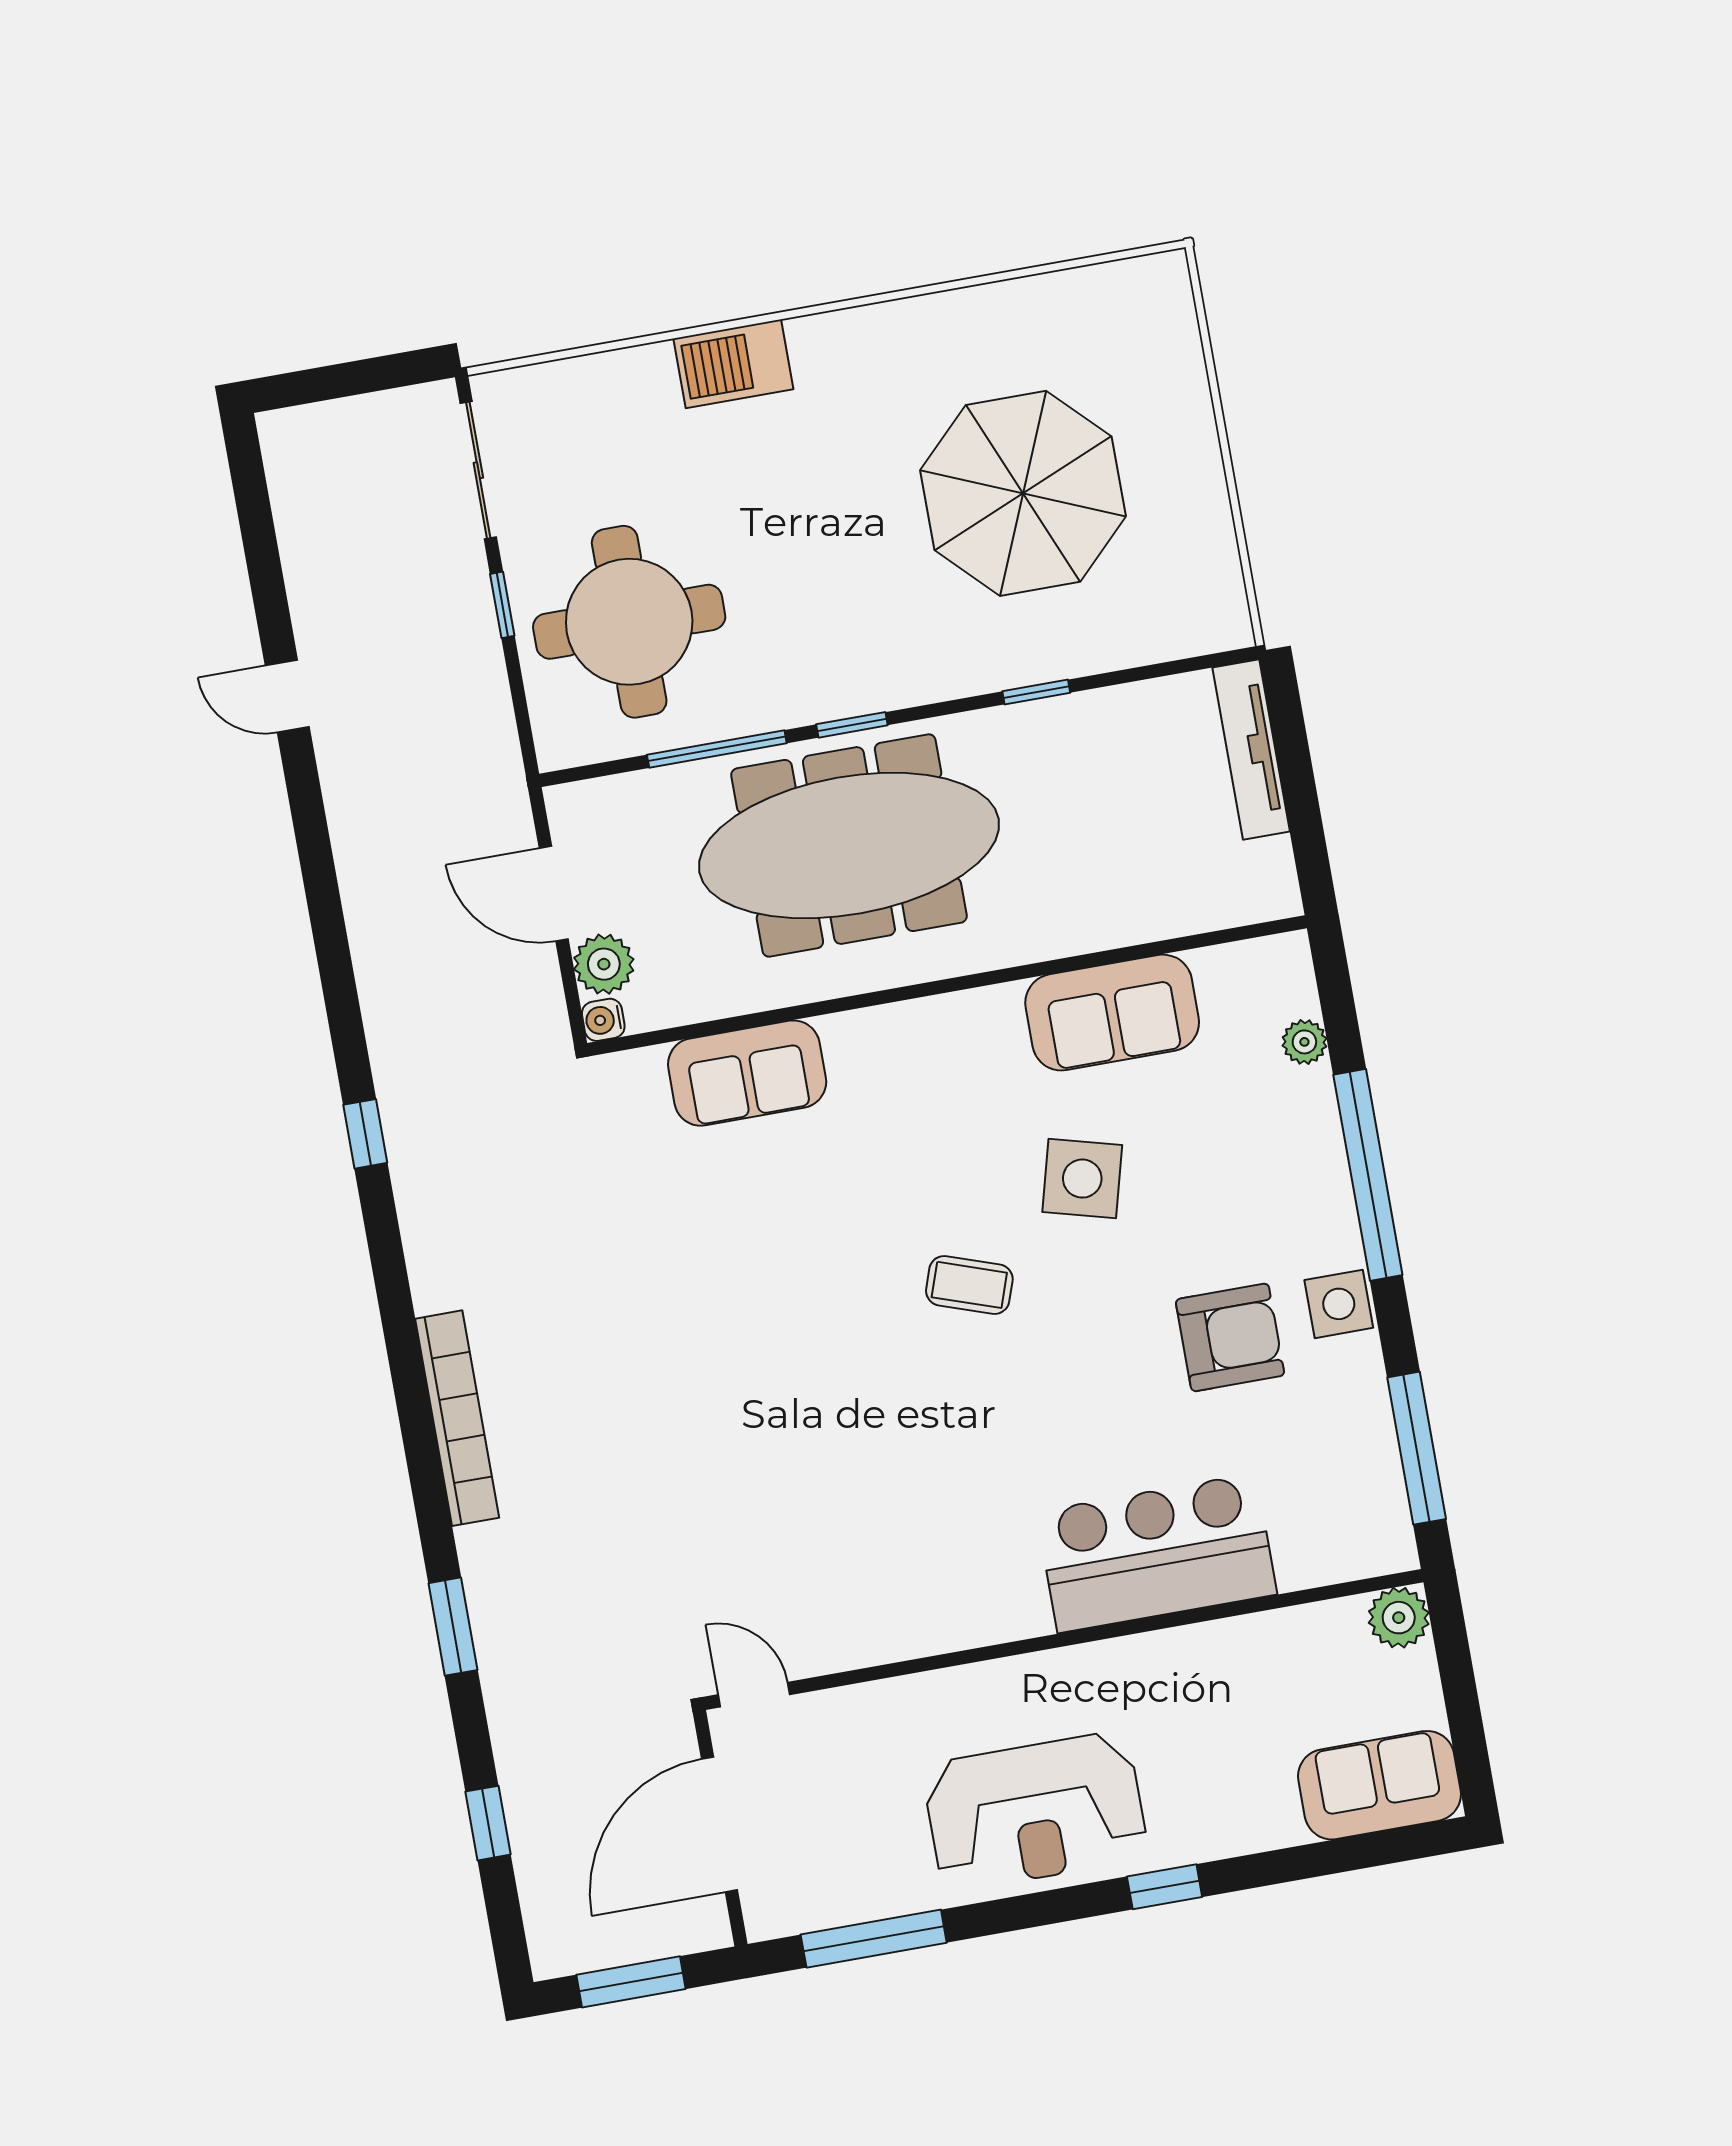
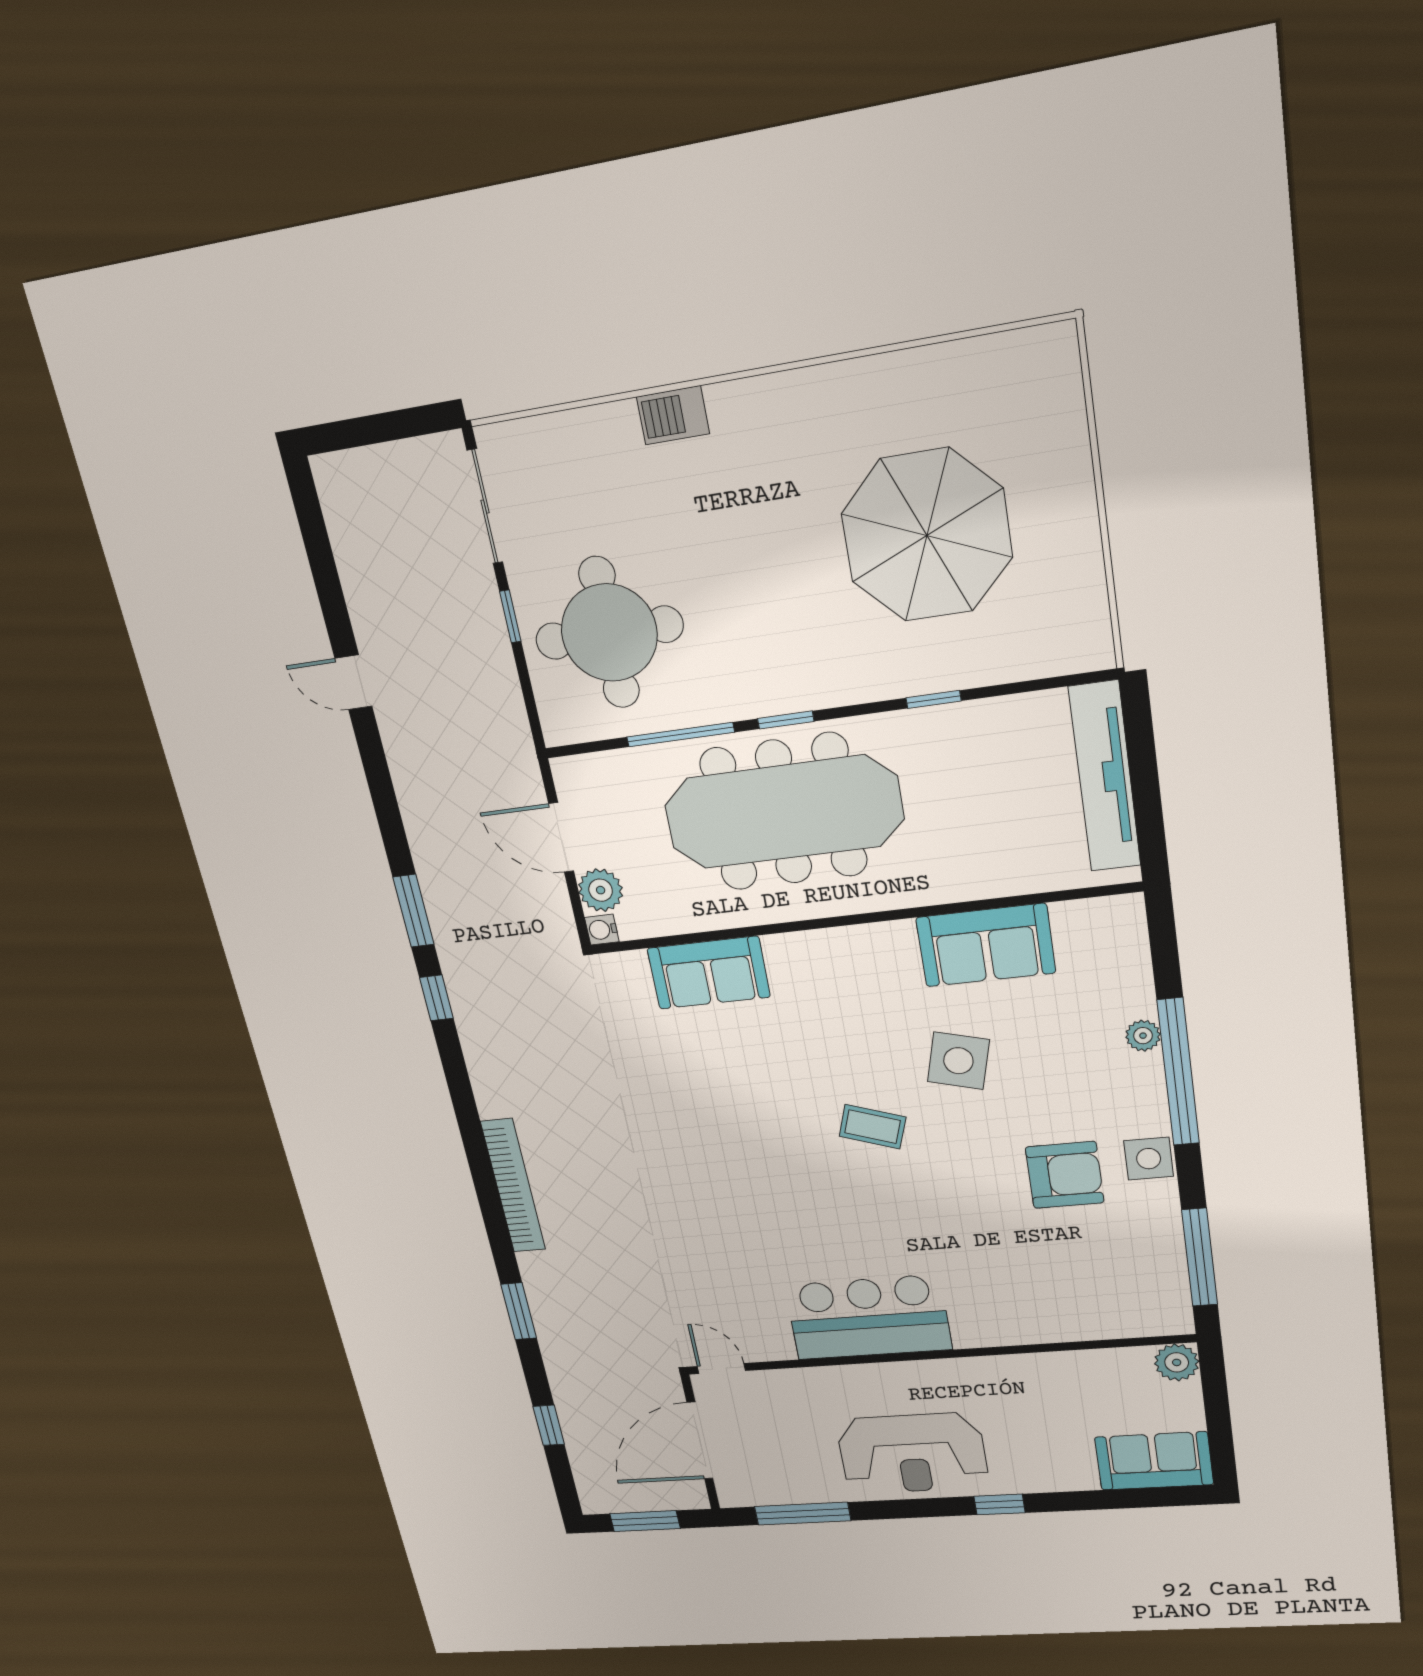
barbecue: (733, 364) -> (673, 415), width x0.73, depth x0.79
tv unit: (1251, 750) -> (1105, 777), width x1.36, depth x1.29
window: (343, 1008) -> (414, 911), added
plant: (1304, 1042) -> (1143, 1036), moved
bar counter: (1157, 1553) -> (868, 1317), moved

